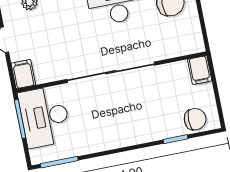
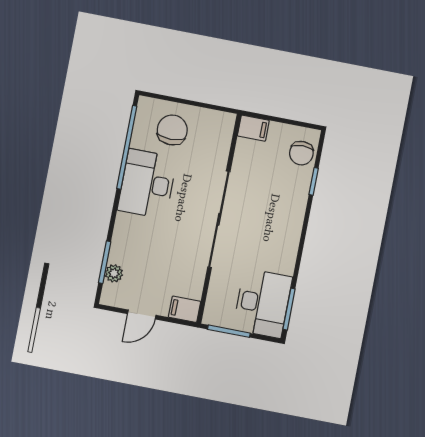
desk: (45, 117) -> (263, 303), moved, turned -90
chair: (195, 119) -> (301, 153), turned 180

